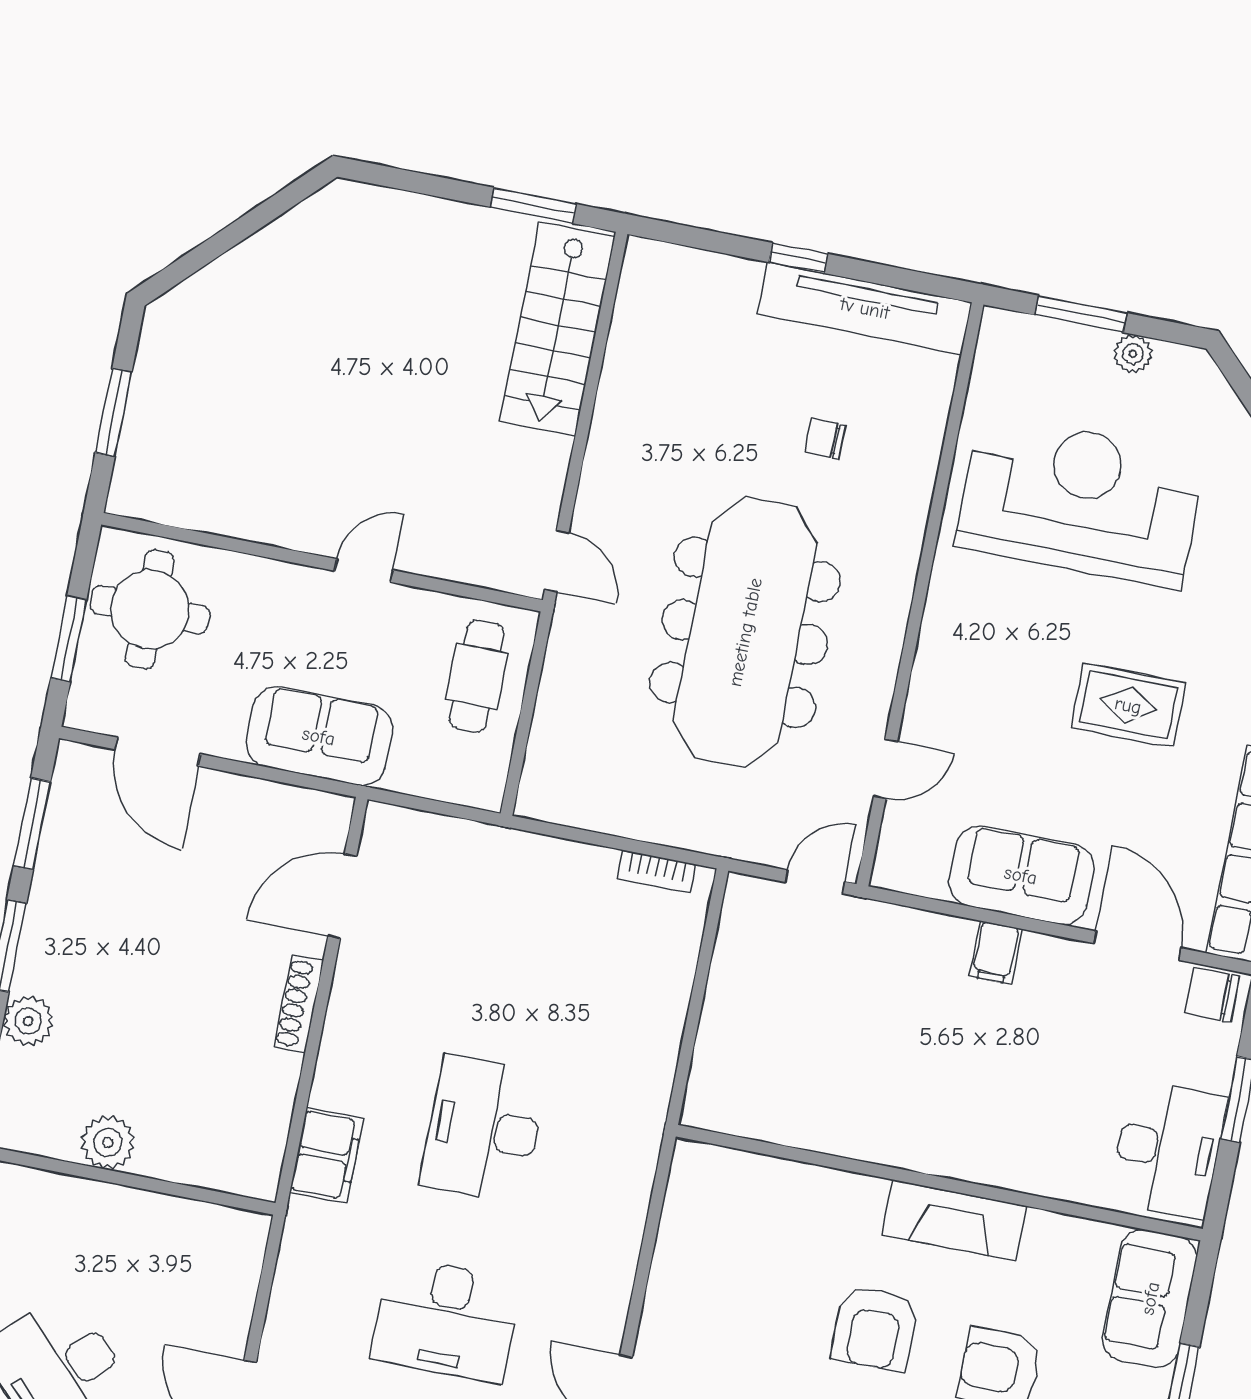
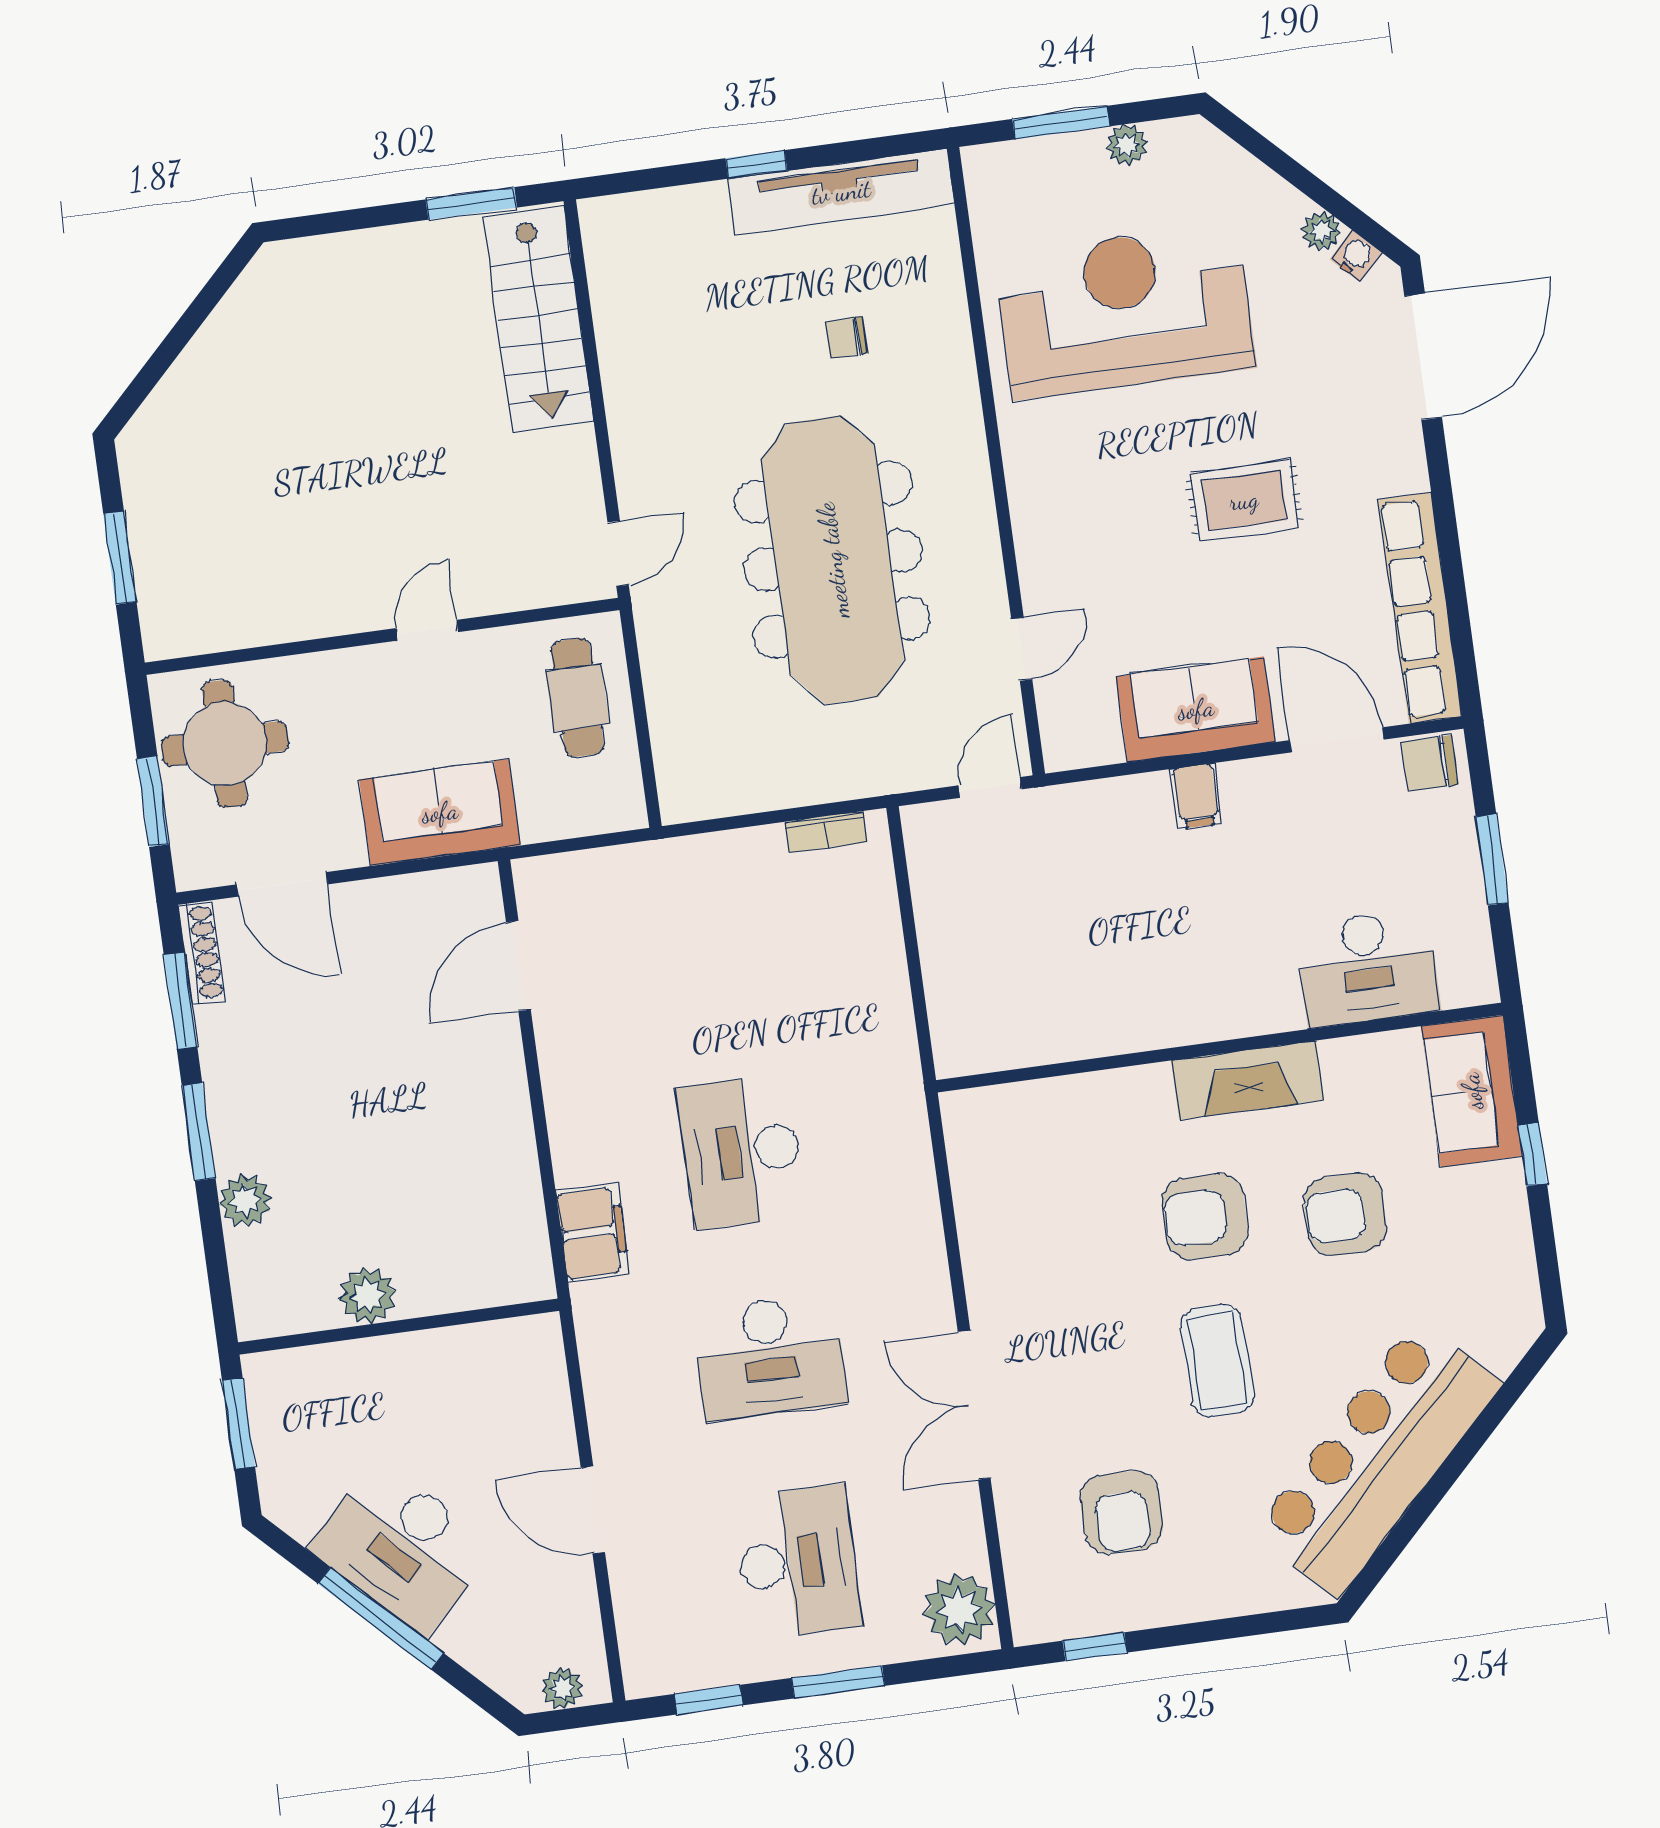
door: (557, 561) -> (618, 554), hinge flipped
shoe rack: (299, 1004) -> (202, 953), moved, turned 180
desk: (1168, 1150) -> (1368, 968), moved, turned 90
armchair: (875, 1328) -> (1205, 1217), turned 90

